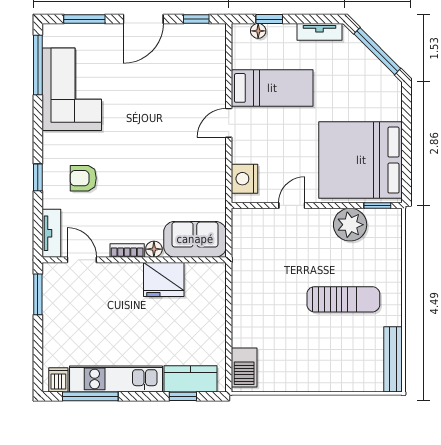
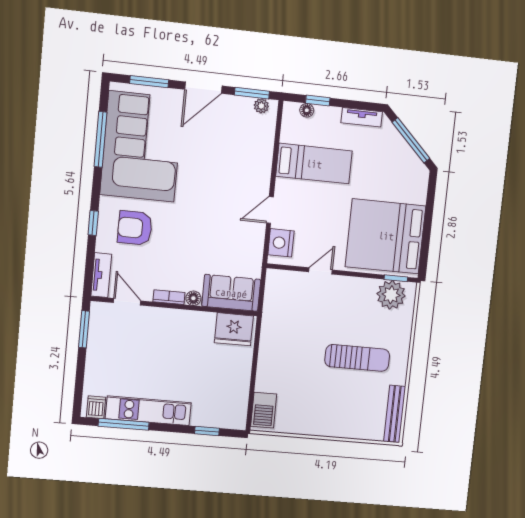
window: (196, 19) -> (252, 93), width x1.50
plant: (208, 32) -> (261, 106), added
window: (38, 65) -> (100, 139), moved
corner sofa: (72, 89) -> (141, 146), width x1.36, depth x1.36
door: (229, 123) -> (270, 210), moved
armchair: (83, 178) -> (135, 228), width x1.38, depth x1.38
plant: (350, 225) -> (391, 295), moved
fridge: (164, 280) -> (234, 329), moved
kitchen counter: (191, 379) -> (215, 416), removed

